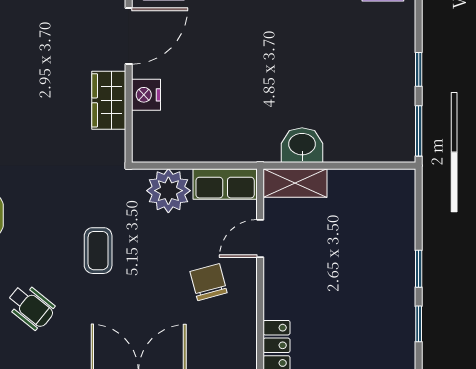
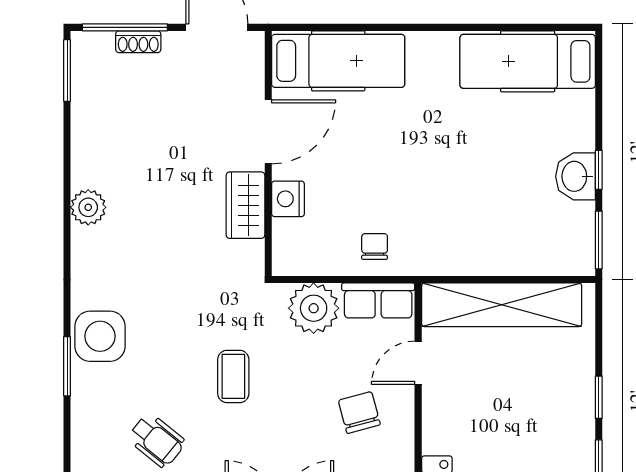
chair: (222, 137) -> (375, 246), added
washbasin: (302, 145) -> (575, 176), moved, turned -90
shelving: (295, 183) -> (502, 305), width x2.20, depth x1.33

